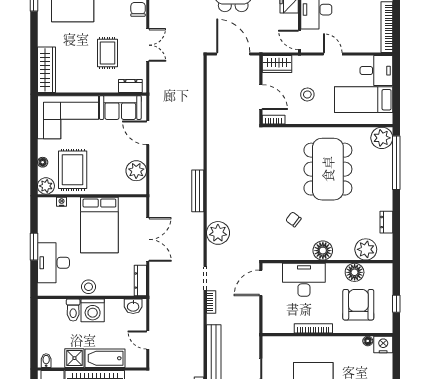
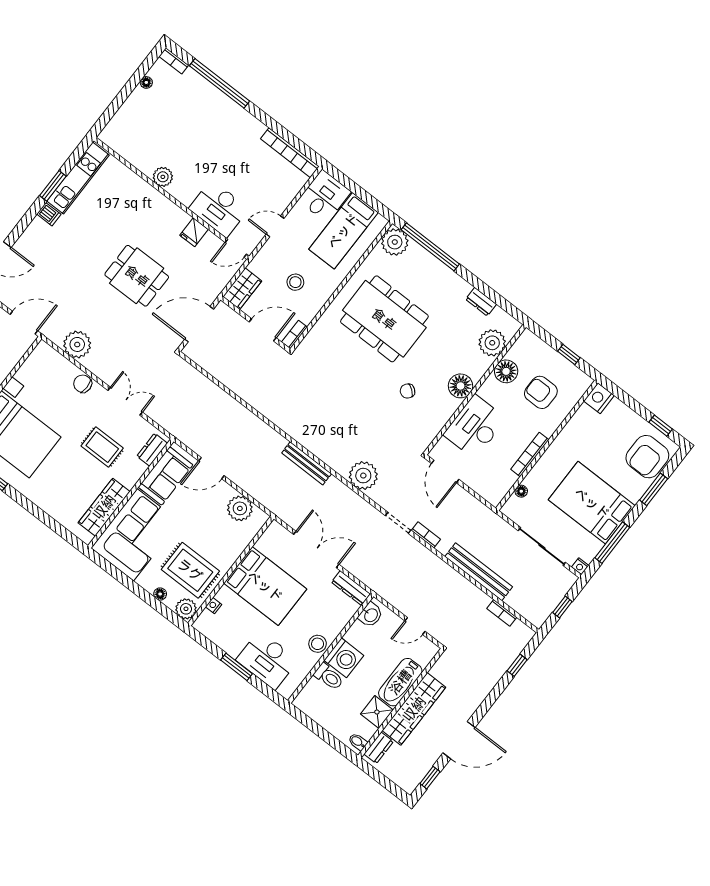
wardrobe: (46, 70) -> (104, 507), moved, turned -90
armchair: (358, 305) -> (541, 392), width x0.73, depth x0.73
floor lamp: (368, 341) -> (521, 491), moved

